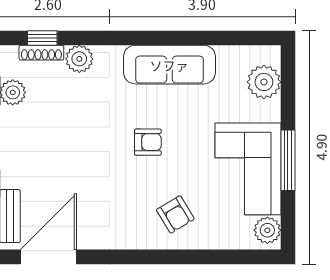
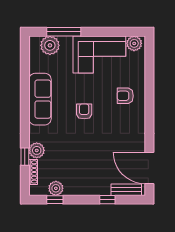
window: (42, 38) -> (25, 157), moved
window: (288, 160) -> (64, 32), moved
armchair: (175, 214) -> (125, 96), turned -149

